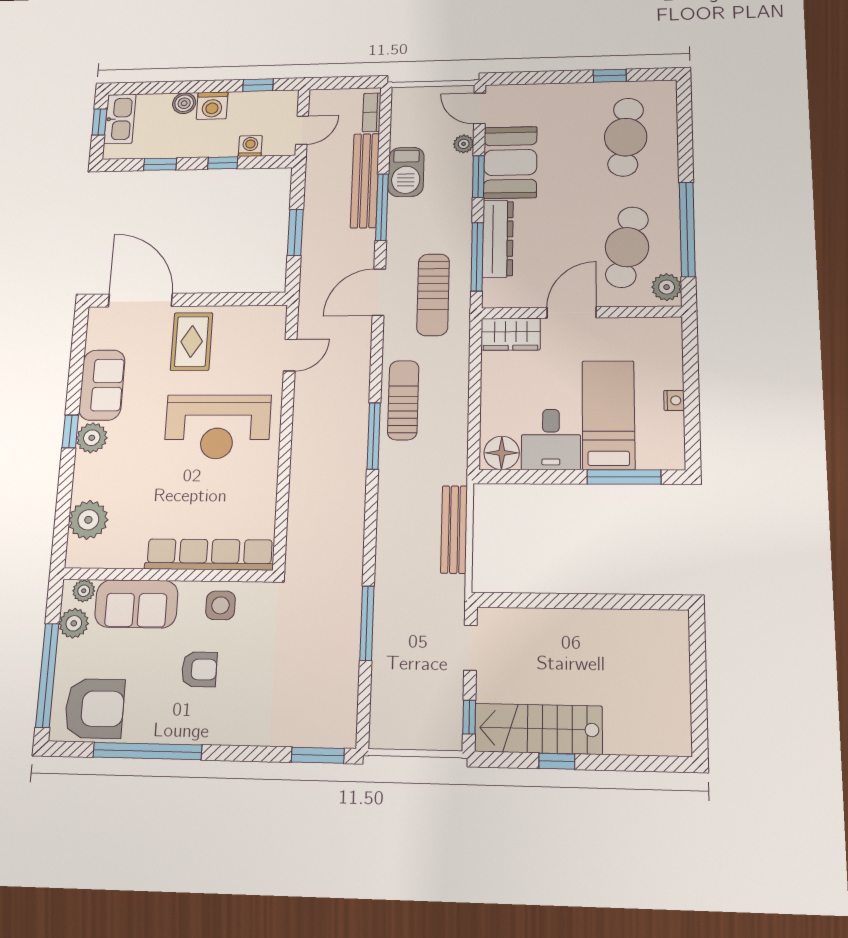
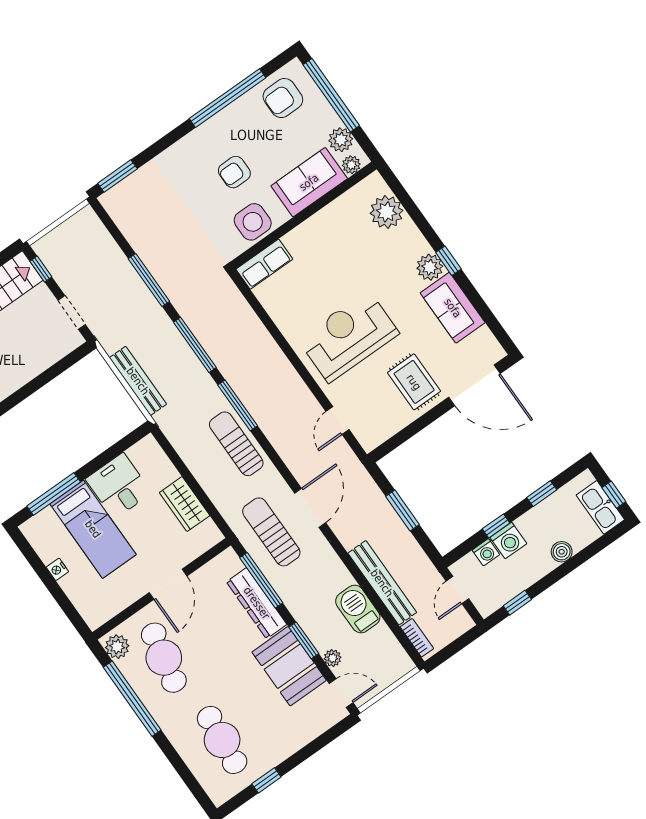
washing machine: (212, 106) -> (508, 540), moved, turned 180
window: (382, 207) -> (195, 345), moved
wardrobe: (511, 334) -> (185, 504), moved, turned -90
sun lounger: (403, 400) -> (236, 444), turned 180
floor lamp: (502, 453) -> (144, 454), removed
row of seats: (209, 555) -> (264, 264), width x0.50
side table: (221, 605) -> (253, 222), width x1.37, depth x1.37
armchair: (94, 709) -> (283, 98), width x0.73, depth x0.73

